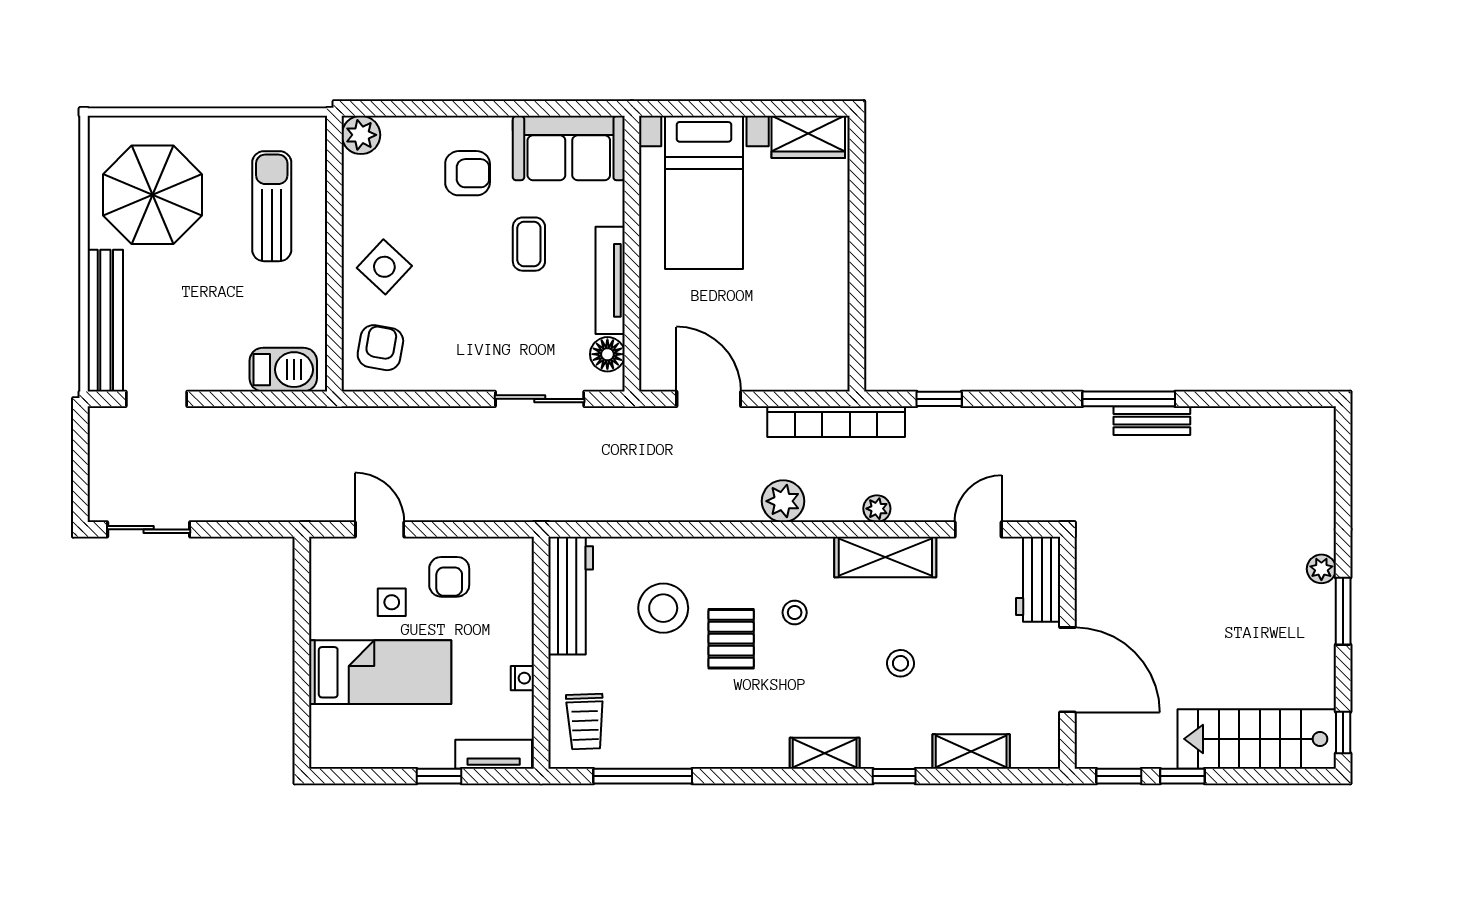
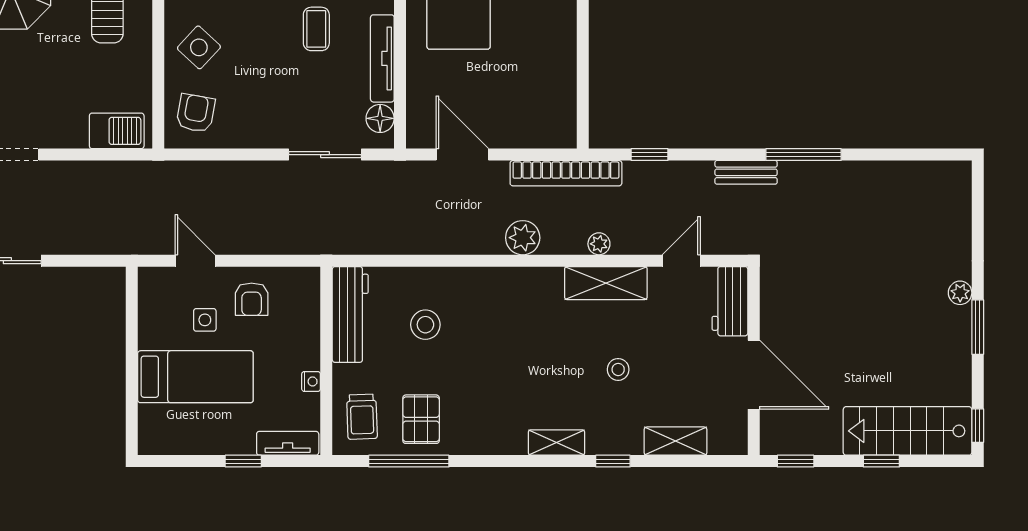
bench: (1152, 421) -> (746, 172), moved
stool: (663, 608) -> (425, 325), width x0.73, depth x0.73
stool: (795, 613) -> (532, 328), removed
pallet: (731, 639) -> (421, 419), moved
window: (1182, 776) -> (881, 461), moved

